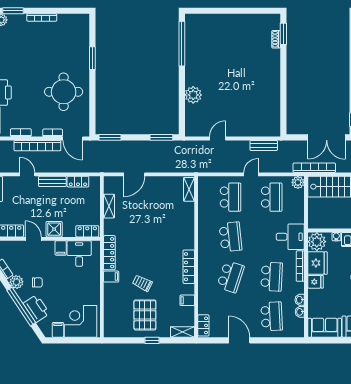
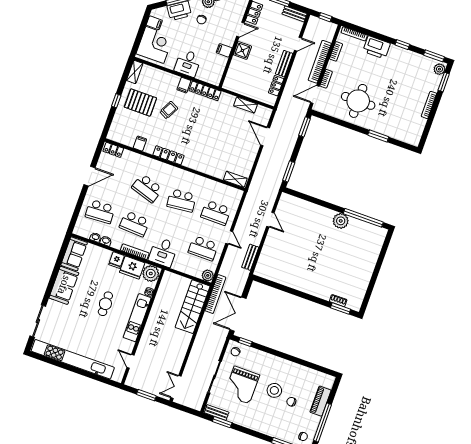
plant: (193, 95) -> (341, 221), moved
locker: (87, 231) -> (230, 78), removed
desk: (79, 254) -> (188, 63), moved, turned 90
shelving: (182, 332) -> (135, 72), moved

